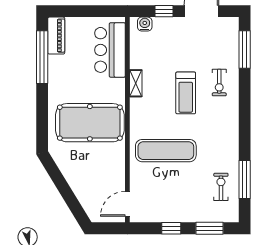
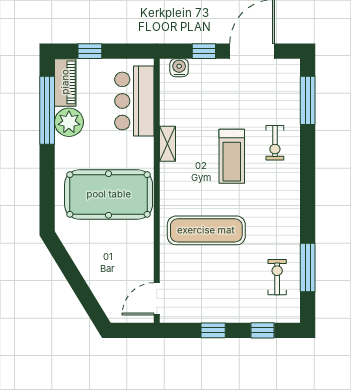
window: (75, 11) -> (90, 51), added
plant: (59, 66) -> (69, 122), added
window: (210, 228) -> (262, 330), width x0.67

